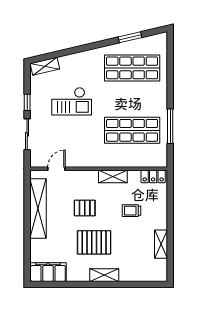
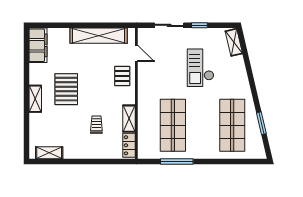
shelving: (113, 176) -> (129, 119), moved
pallet: (85, 208) -> (122, 76), moved
shelving: (161, 244) -> (49, 153), moved

